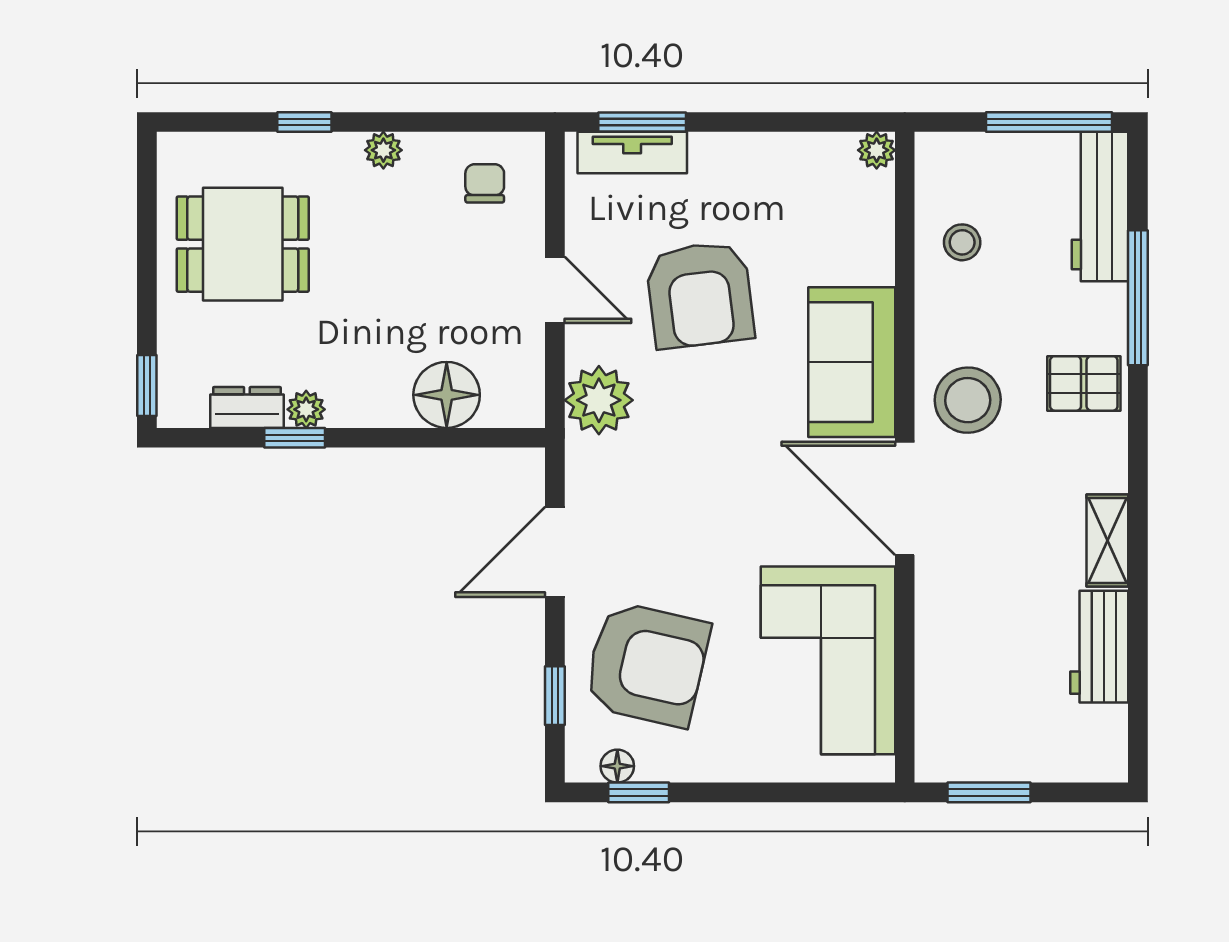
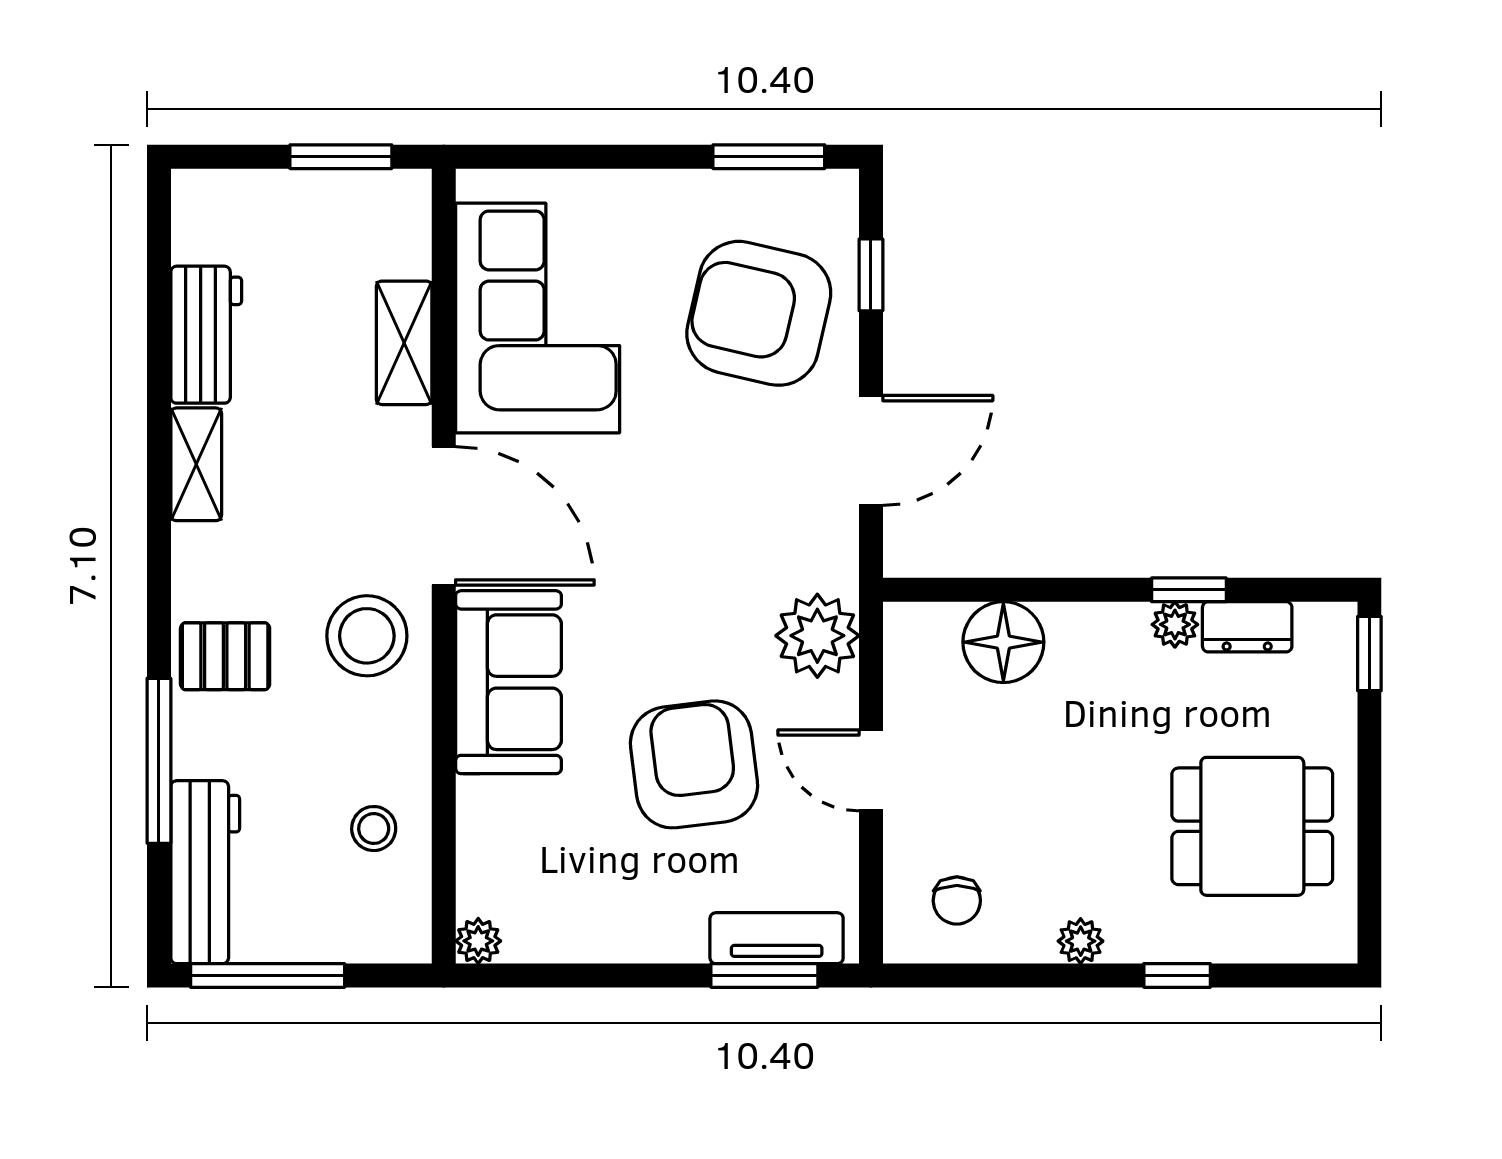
shelving: (937, 640) -> (404, 343), added
floor lamp: (617, 766) -> (795, 189), removed
window: (639, 792) -> (769, 157), width x1.50

